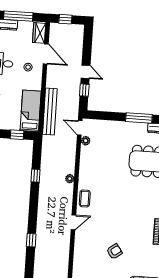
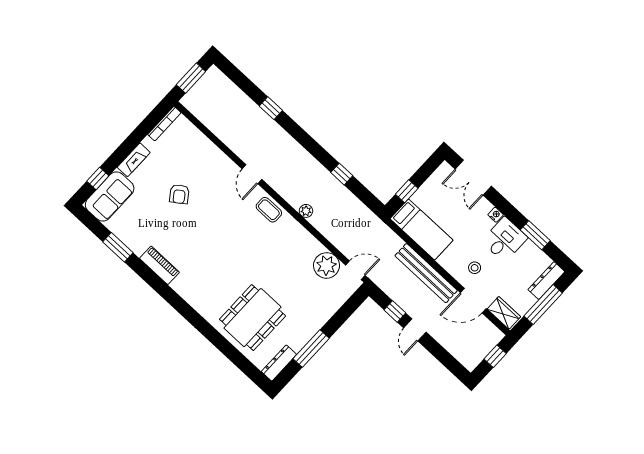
door: (86, 72) -> (415, 330), hinge flipped
bench: (50, 111) -> (426, 273), moved
plant: (86, 141) -> (327, 265), width x1.88, depth x1.88

